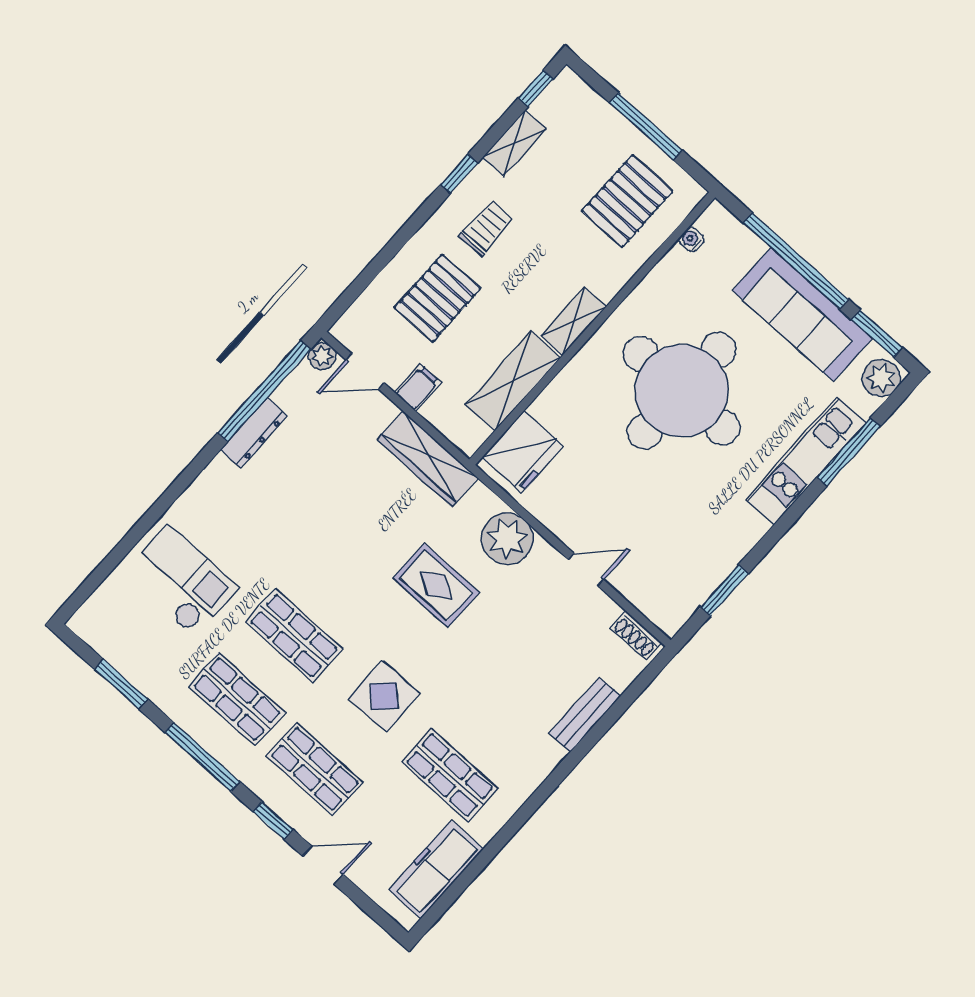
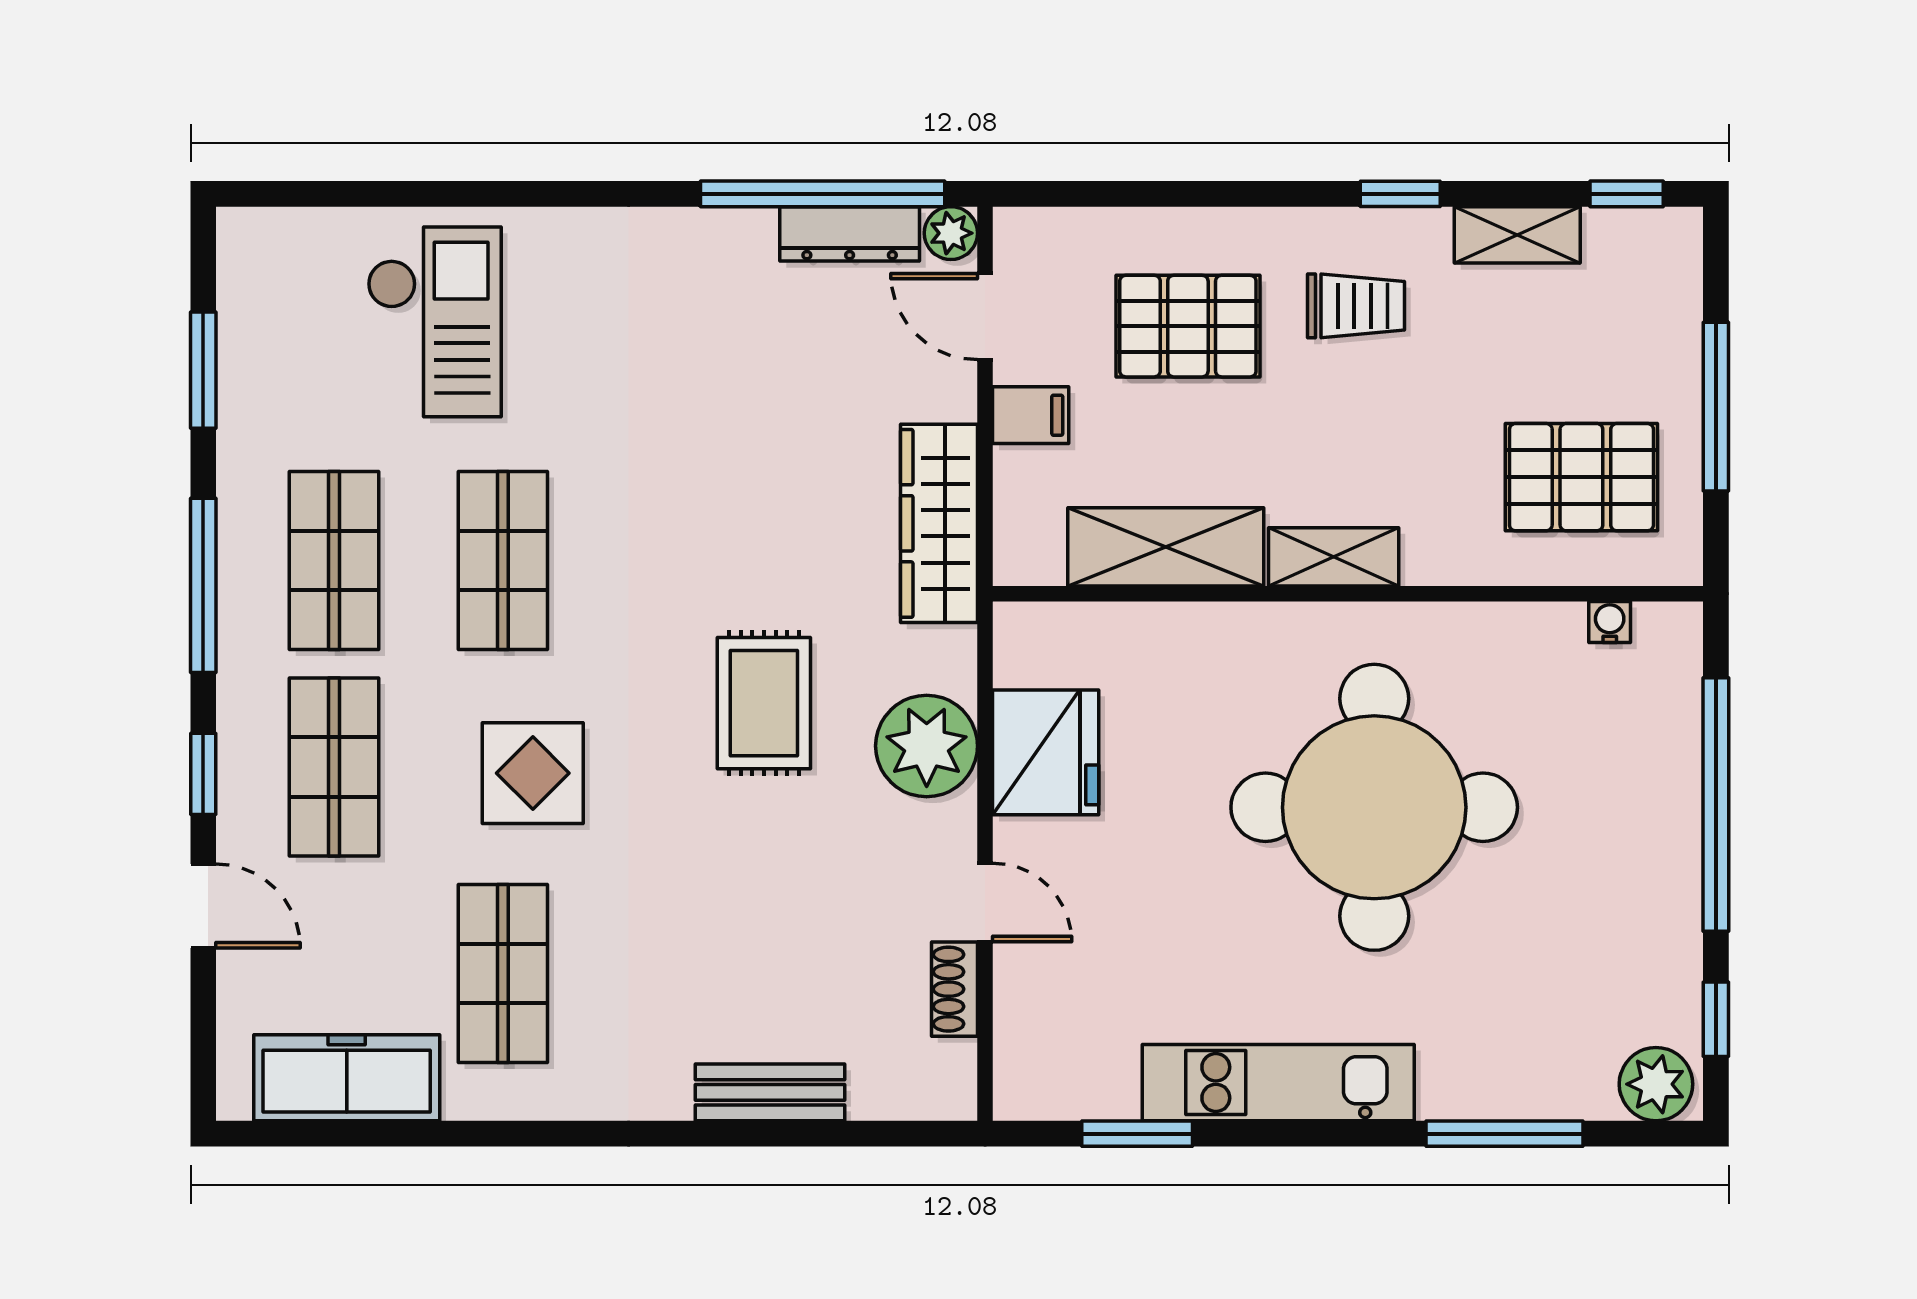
sofa: (802, 314) -> (1646, 884), removed
window: (877, 334) -> (1716, 1019), width x0.67
dresser: (254, 433) -> (850, 234), moved
fridge: (523, 452) -> (1046, 752), moved, turned -90
kitchen unit: (806, 461) -> (1278, 1083), moved
shoe rack: (636, 635) -> (955, 989), moved

